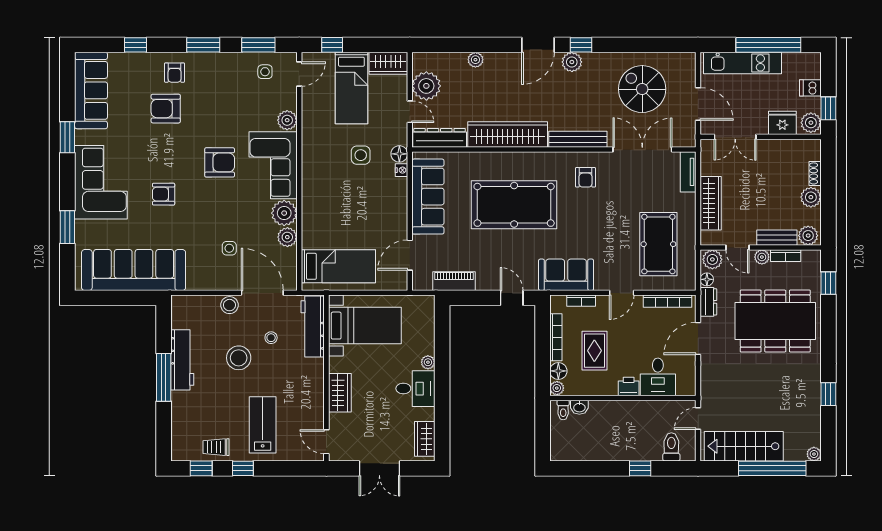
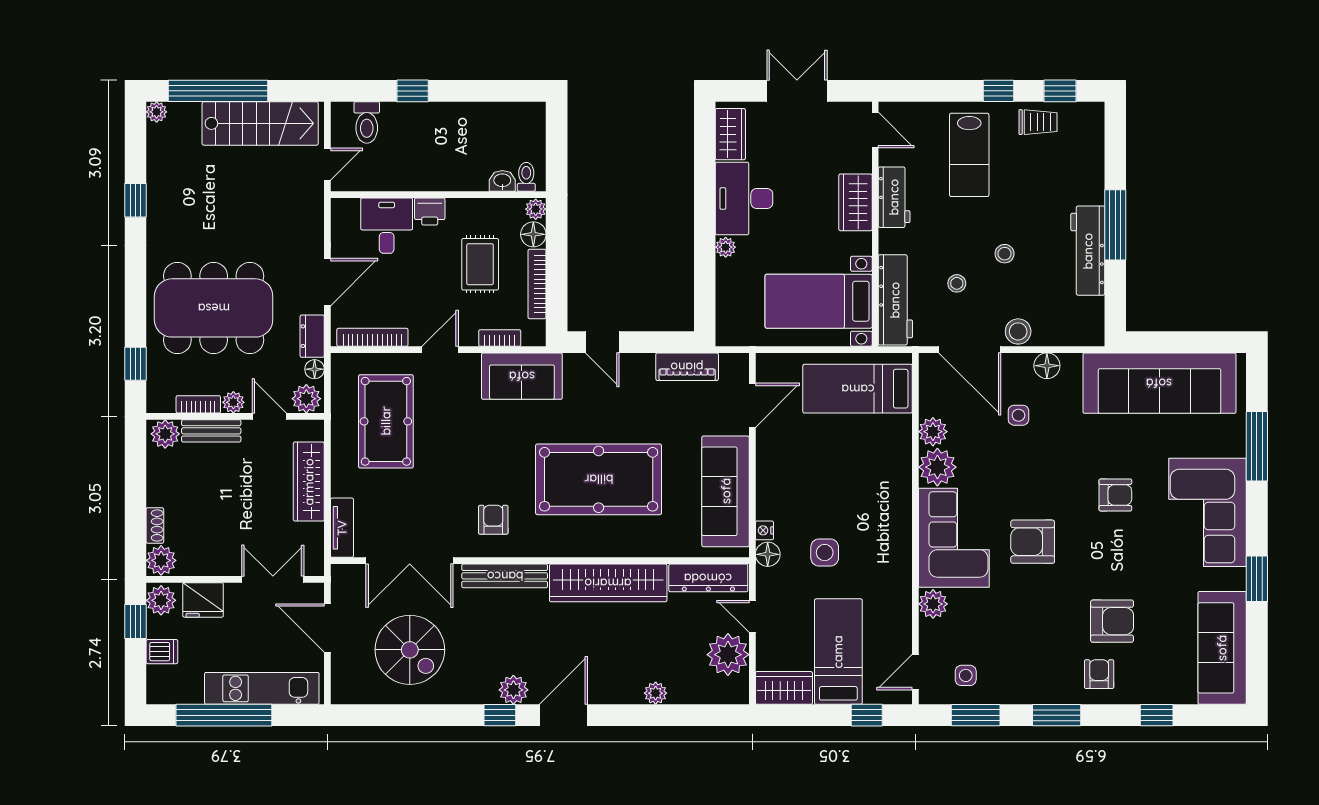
plant: (811, 197) -> (161, 560), moved
window: (67, 227) -> (1257, 446), width x1.44
floor lamp: (210, 282) -> (1047, 366), added
stool: (239, 358) -> (1005, 254), width x0.53, depth x0.53
desk: (415, 389) -> (744, 199), width x1.37
workbench: (314, 396) -> (894, 197), added

